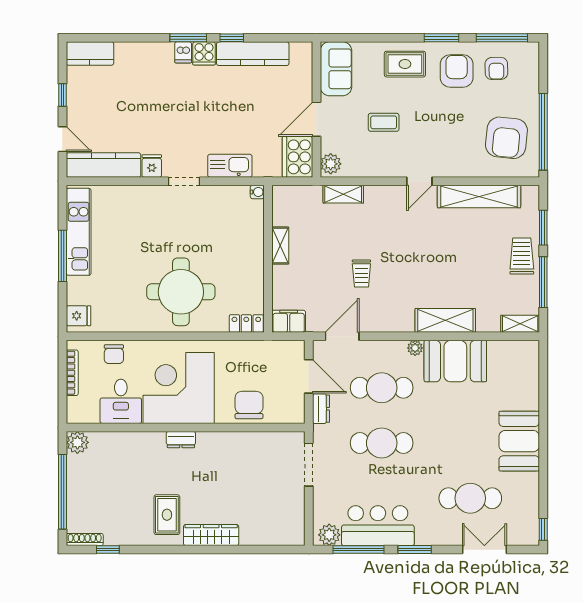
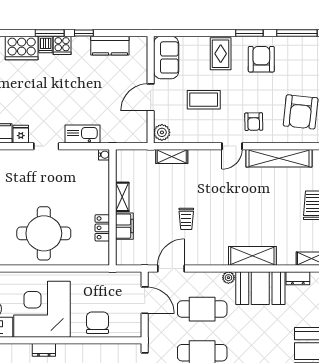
kitchen counter: (253, 54) -> (110, 46), width x0.67
rug: (405, 64) -> (221, 54), turned 90
armchair: (496, 68) -> (254, 122), moved
coffee table: (384, 122) -> (204, 100), width x1.36, depth x1.30
cooker: (297, 157) -> (22, 48), moved, turned -90
filing cabinet: (289, 321) -> (124, 226), moved, turned 90
locker: (246, 324) -> (102, 228), moved, turned -90
dresser: (321, 409) -> (298, 278), moved, turned 90

